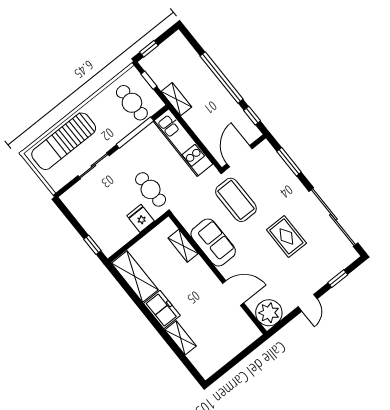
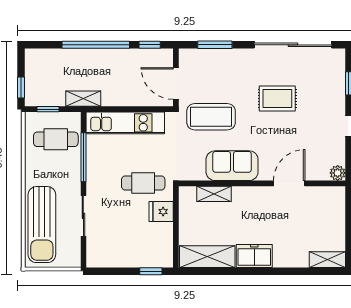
plant: (269, 313) -> (338, 173), width x0.53, depth x0.53
shelving: (181, 338) -> (327, 260), moved

